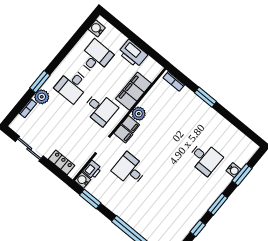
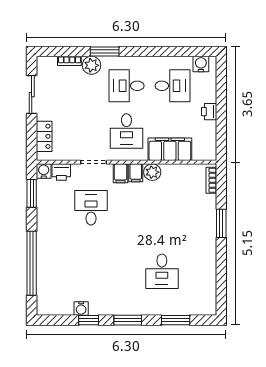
printer: (133, 54) -> (209, 112), width x0.53, depth x0.68
water cooler: (234, 170) -> (81, 308), moved

